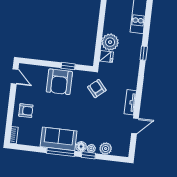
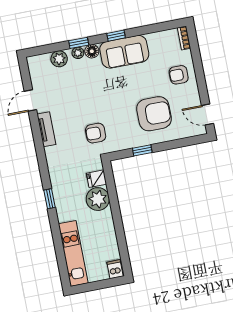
armchair: (59, 82) -> (154, 114), moved, turned 90
armchair: (97, 89) -> (96, 133), turned 131
window: (61, 152) -> (116, 36), width x0.46

